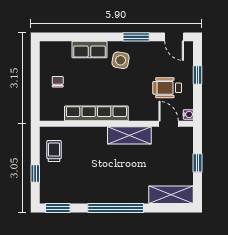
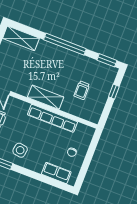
row of seats: (90, 50) -> (56, 173), moved
shelving: (129, 135) -> (46, 97), moved
trolley: (54, 151) -> (82, 90), moved

